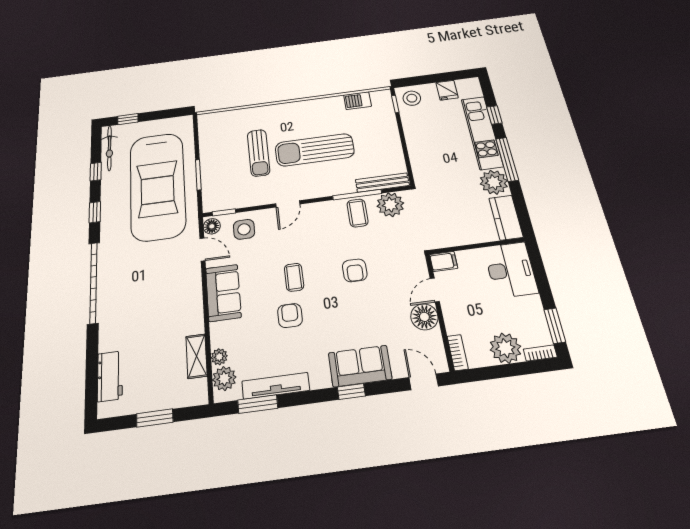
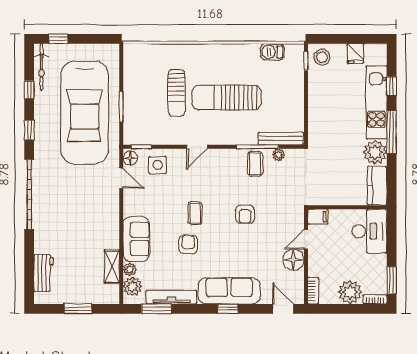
plant: (390, 205) -> (278, 155), width x0.53, depth x0.53
sofa: (223, 293) -> (136, 239), moved
sofa: (360, 366) -> (229, 291), width x1.36

